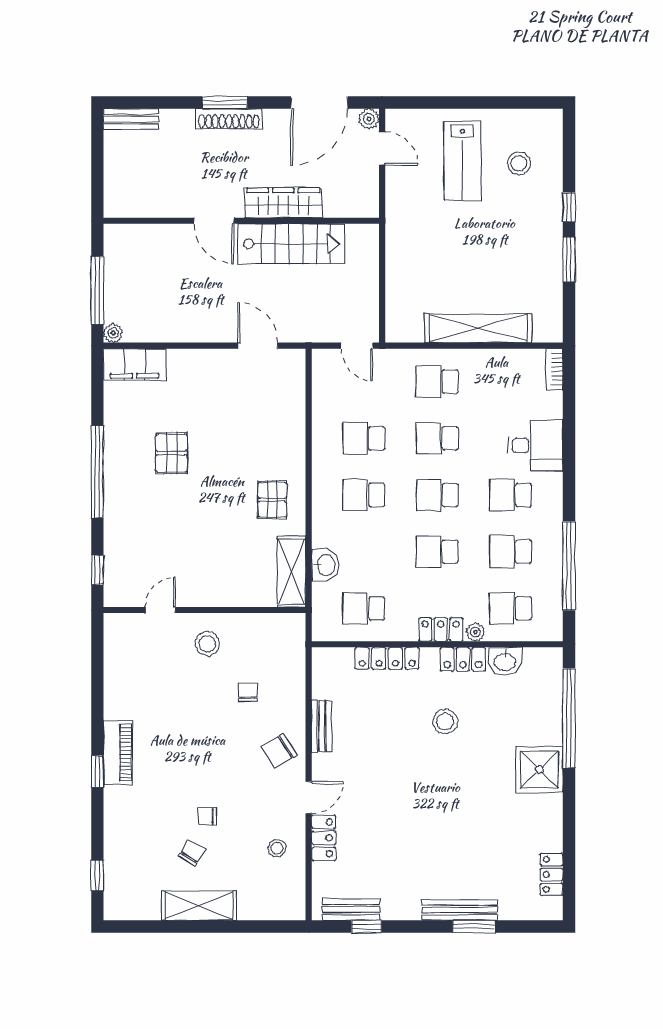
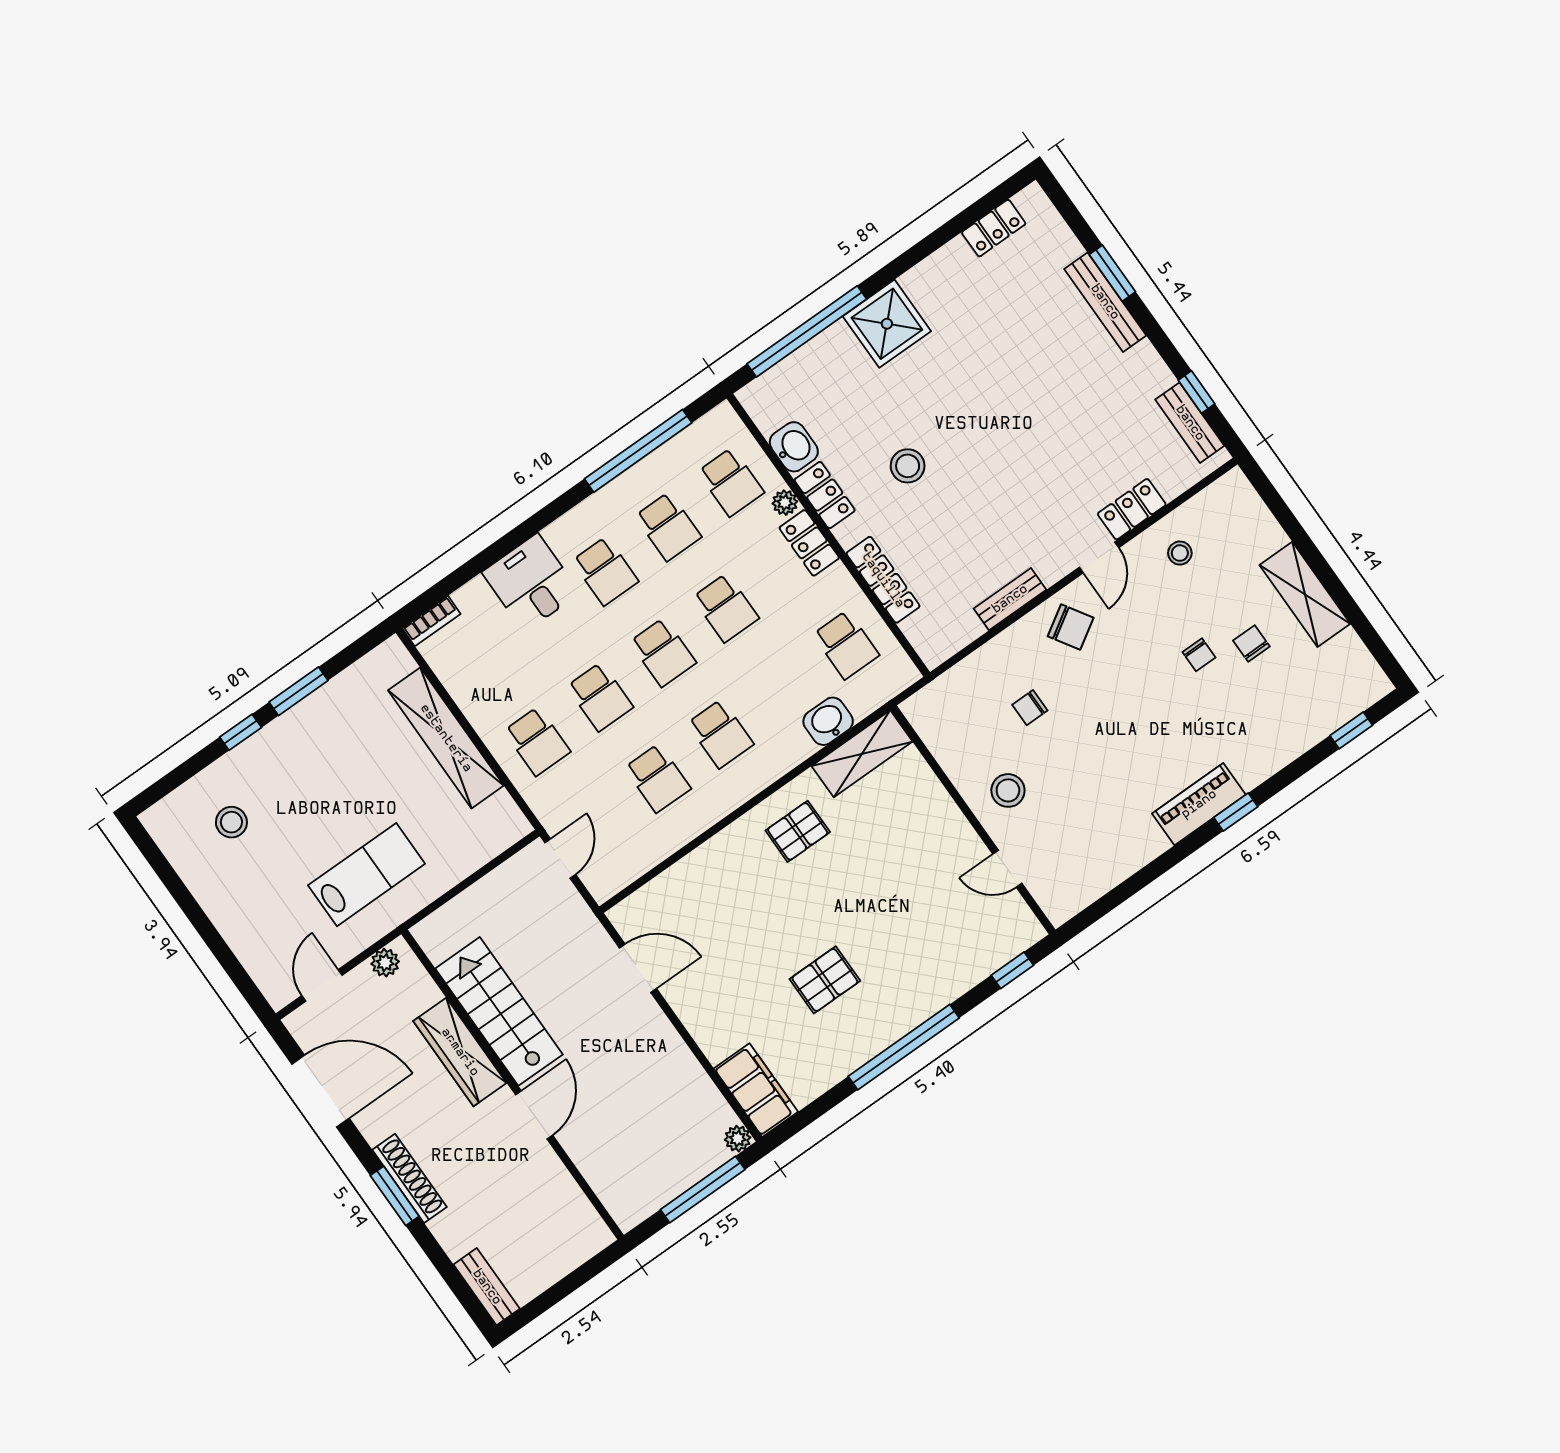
plant: (369, 119) -> (385, 963), moved
lab bench: (462, 161) -> (367, 875), moved
door: (258, 346) -> (638, 968), swing flipped
door: (309, 798) -> (1099, 557), swing flipped
chair: (192, 853) -> (1251, 644), turned 59

